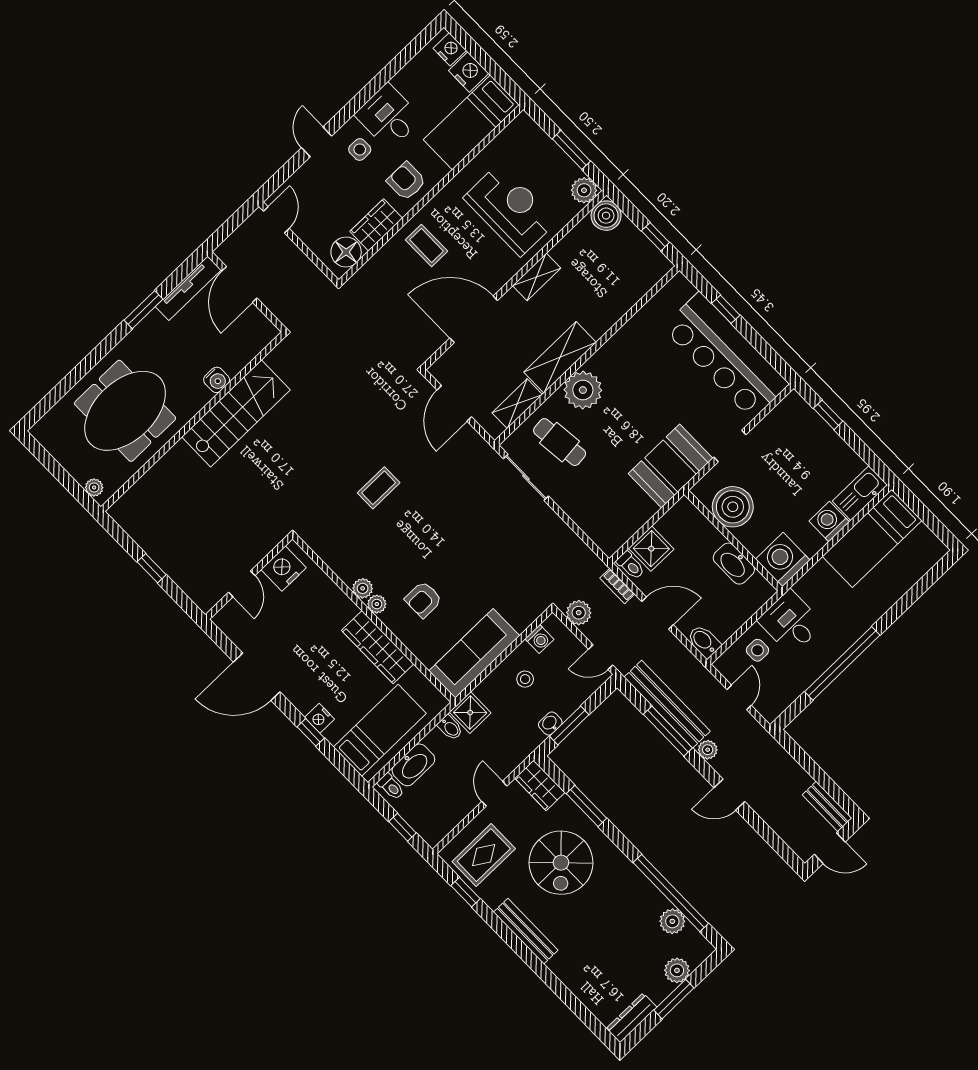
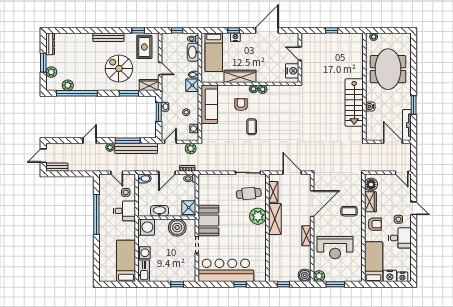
coffee table: (379, 488) -> (252, 127), moved
shower: (651, 549) -> (189, 208), moved

